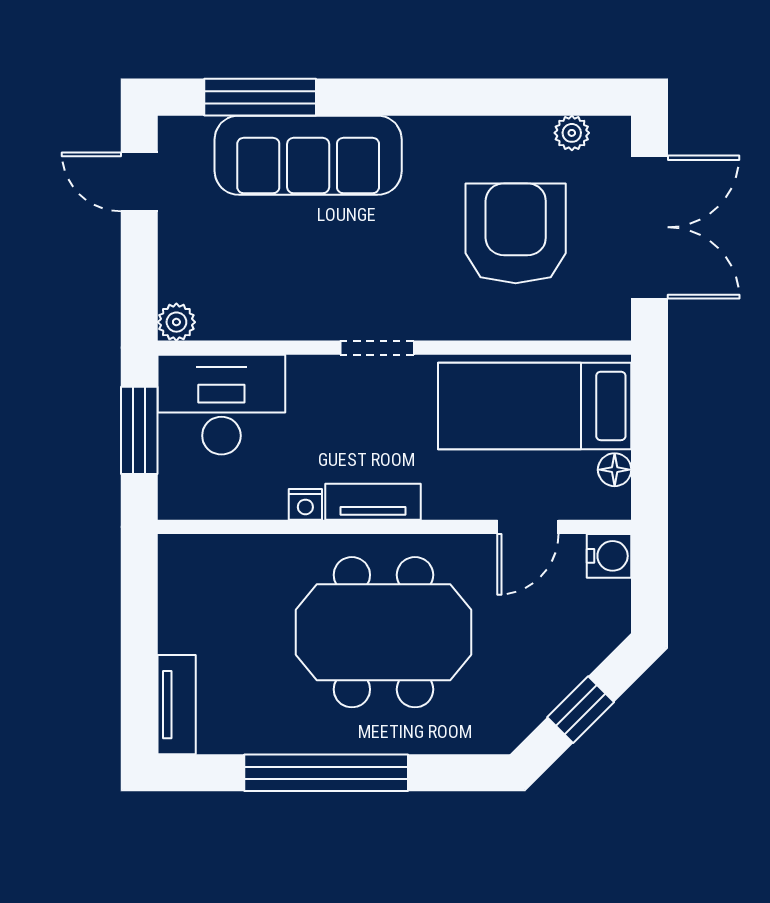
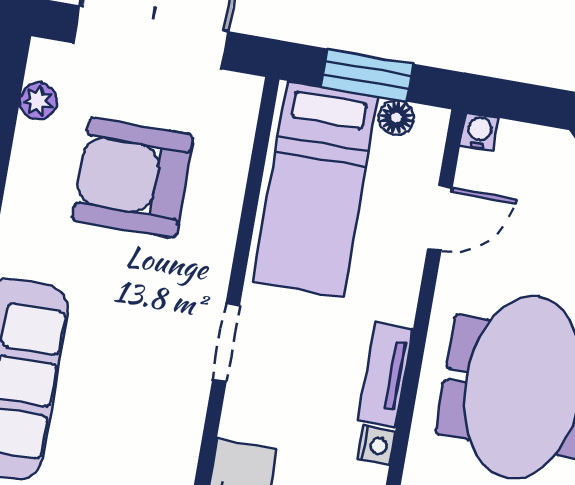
window: (650, 436) -> (367, 75), added
door: (528, 527) -> (440, 218), hinge flipped
water cooler: (609, 556) -> (479, 132), width x0.72, depth x0.72

